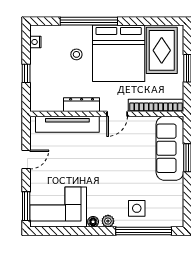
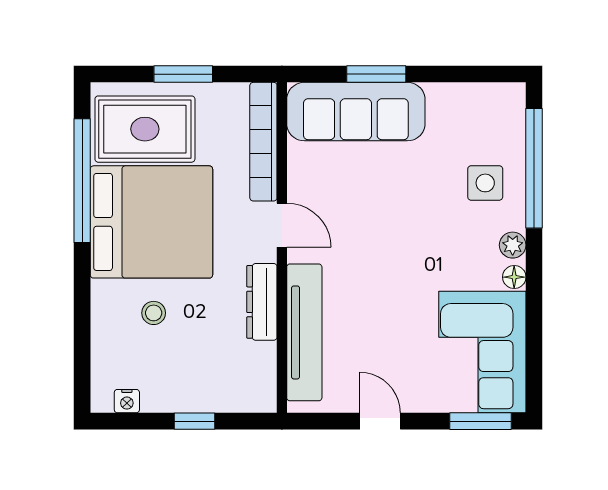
window: (89, 21) -> (82, 181), moved

